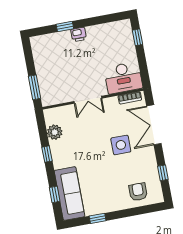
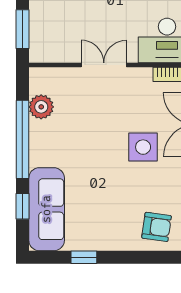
double door: (88, 100) -> (104, 65), swing flipped
window: (47, 154) -> (22, 139), width x3.17
armchair: (138, 192) -> (157, 227), turned 98

